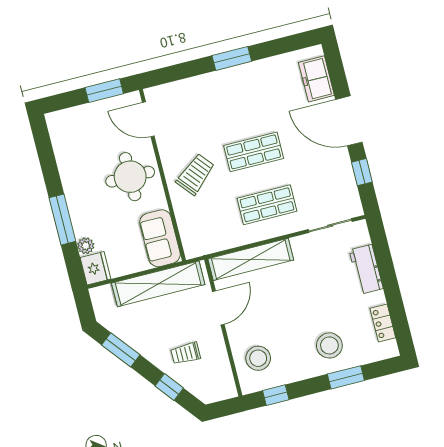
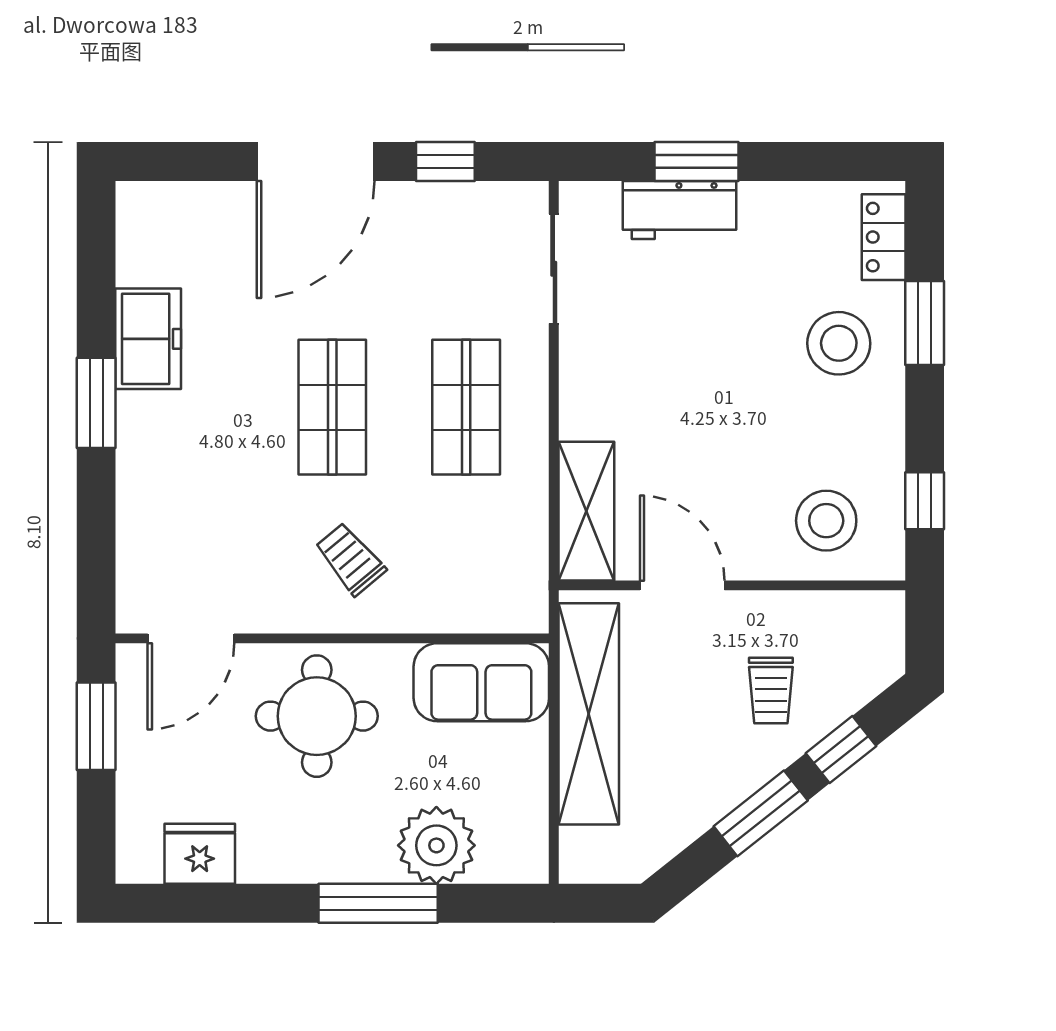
freezer: (316, 79) -> (148, 339), moved, turned -90
trolley: (195, 174) -> (350, 559), width x0.73, depth x0.72
plant: (86, 246) -> (436, 845), width x1.87, depth x1.87
shelving: (251, 259) -> (586, 511), width x0.68
fridge: (95, 268) -> (200, 854), moved
window: (387, 271) -> (697, 161), added
locker: (383, 323) -> (884, 237), moved, turned 90
window: (121, 350) -> (761, 813), moved

